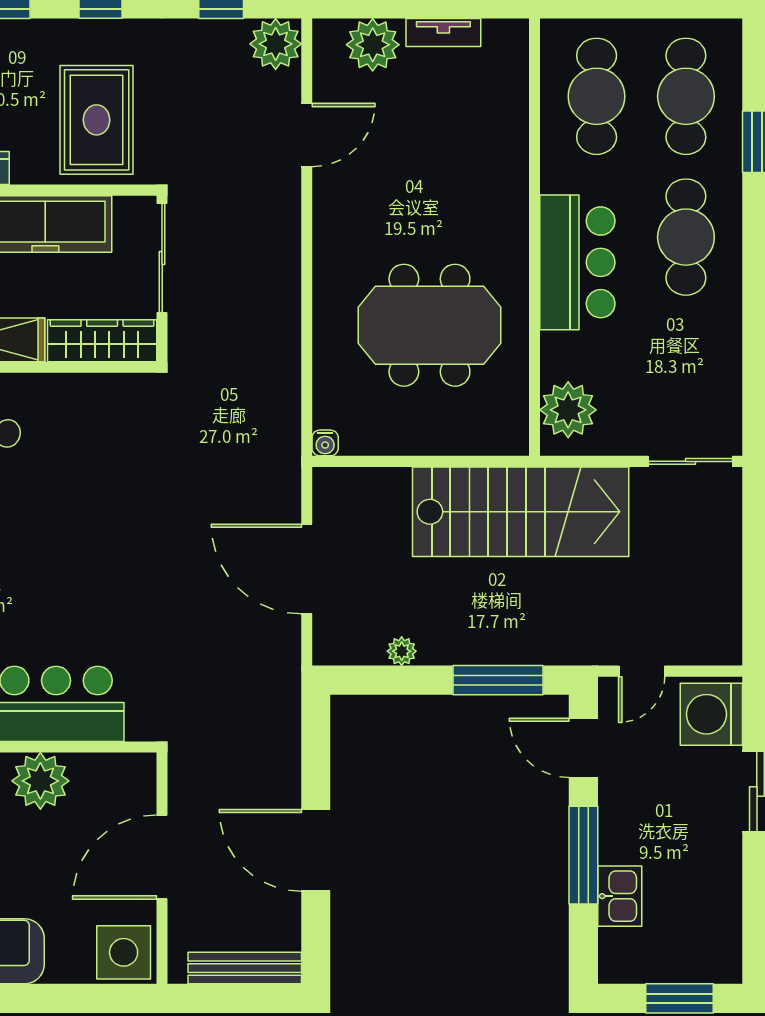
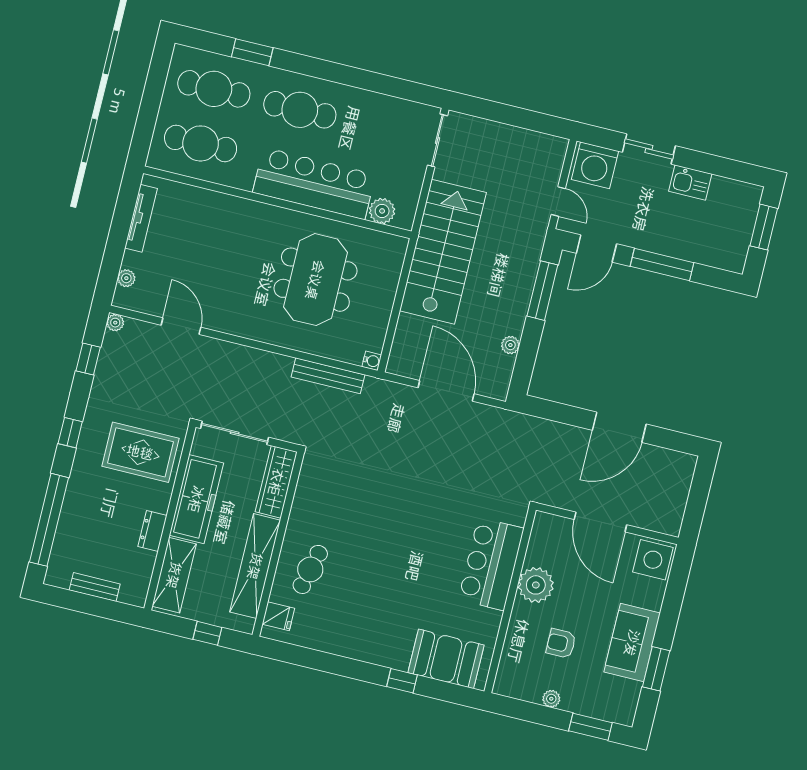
tv unit: (443, 32) -> (141, 218), width x1.41
plant: (276, 44) -> (115, 323), width x0.53, depth x0.53
plant: (373, 45) -> (126, 278), width x0.53, depth x0.53
bar counter: (577, 262) -> (314, 184), width x1.36
plant: (568, 410) -> (382, 211), width x0.73, depth x0.73
door: (307, 569) -> (446, 391), swing flipped
kitchen sink: (620, 896) -> (690, 183), moved, turned 180
bench: (245, 968) -> (328, 376), moved, turned 90

